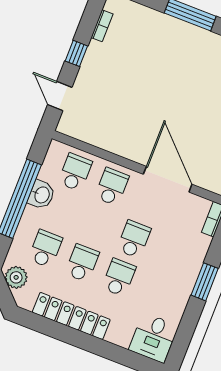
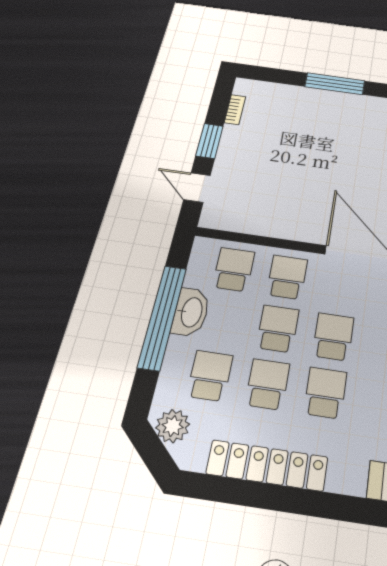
window: (76, 53) -> (209, 141), width x1.50
washbasin: (41, 195) -> (191, 312), width x1.38
school desk: (97, 225) -> (278, 329), added

